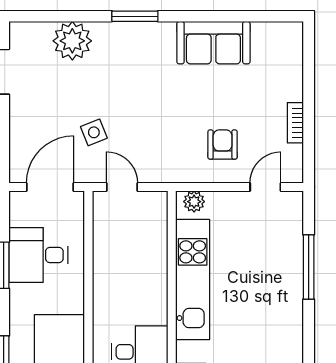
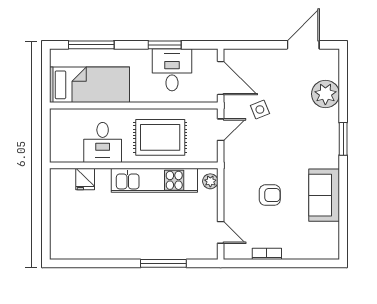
armchair: (223, 144) -> (270, 195), moved
rug: (133, 271) -> (160, 137), added

